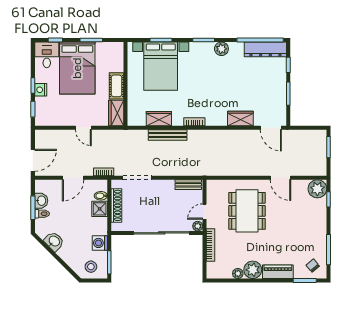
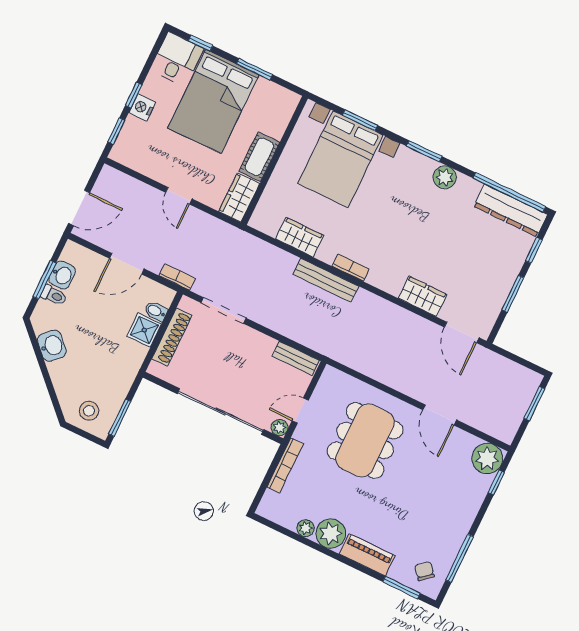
bench: (168, 135) -> (326, 280), moved
washing machine: (100, 243) -> (120, 382), removed

